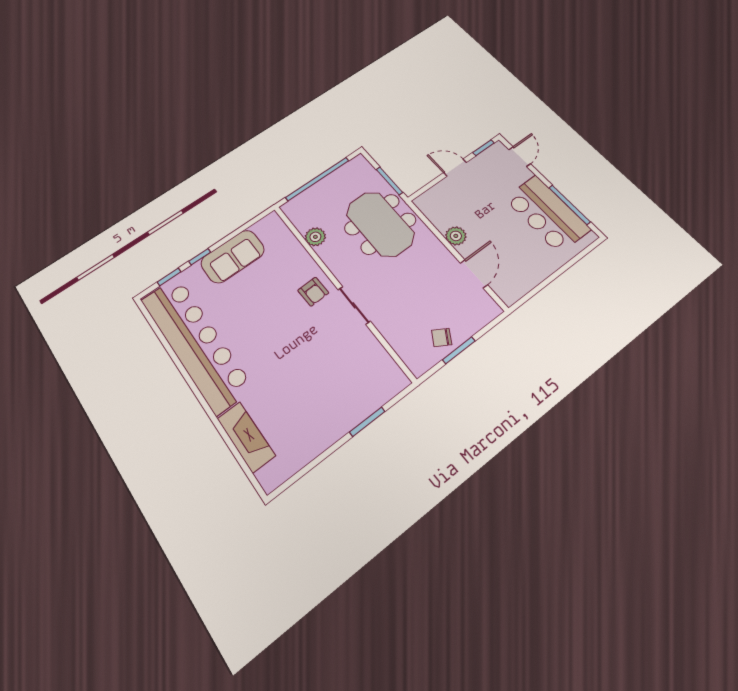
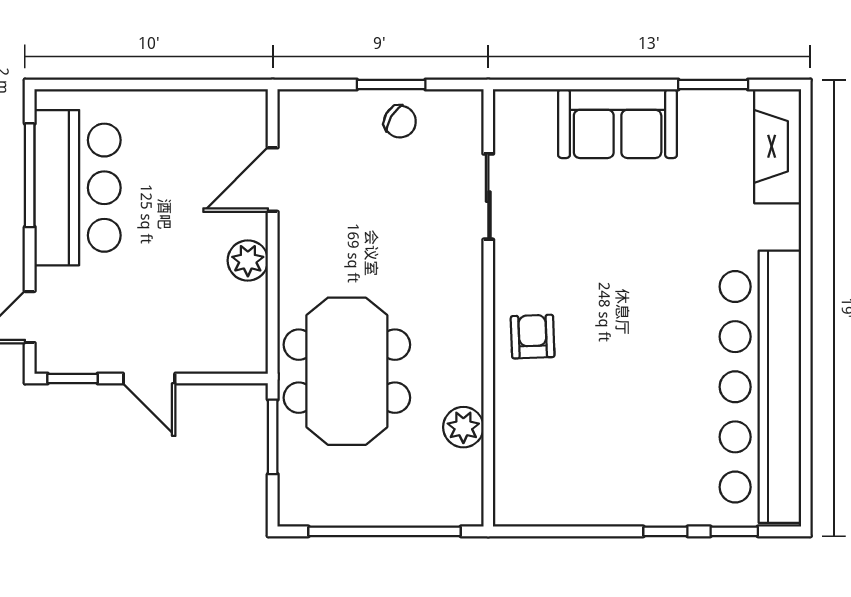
sofa: (233, 256) -> (618, 124), moved, turned 180
sliding door: (354, 305) -> (488, 197), moved
window: (367, 422) -> (713, 85), moved
fireplace: (246, 437) -> (778, 146), moved

